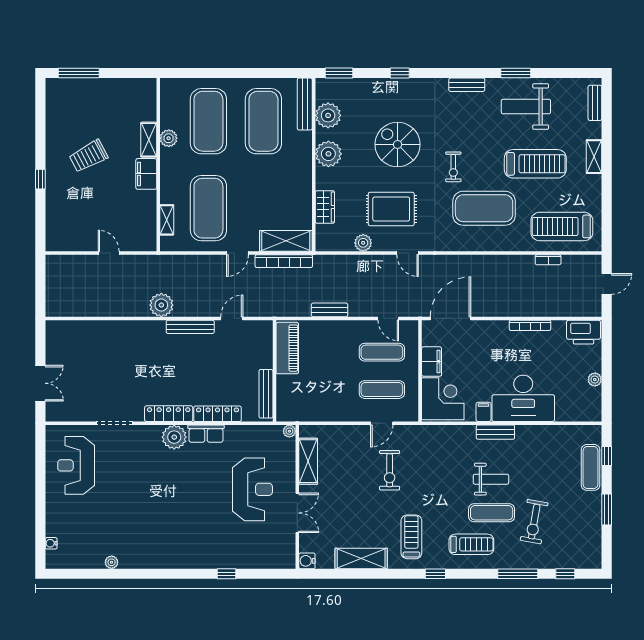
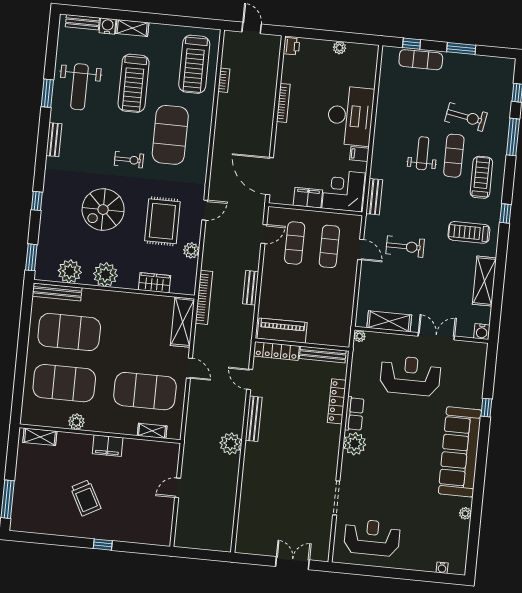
water cooler: (594, 130) -> (108, 26), added
shelving: (149, 140) -> (40, 437), moved
treadmill: (535, 164) -> (134, 83), turned 180
bookcase: (284, 261) -> (204, 297), moved
printer: (584, 332) -> (292, 46), width x0.53, depth x0.68
locker: (169, 414) -> (276, 351), moved, turned -90
bench: (495, 432) -> (374, 197), moved
reception desk: (76, 465) -> (372, 538), turned 180
sofa: (177, 550) -> (460, 452), added

